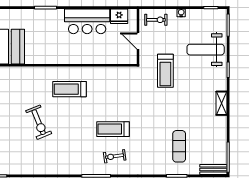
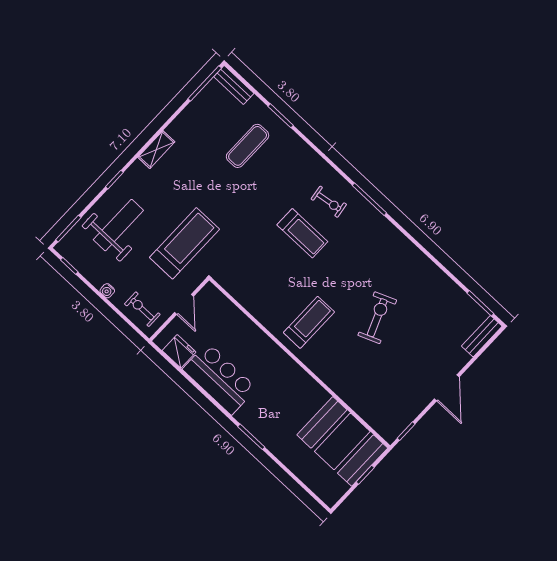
weight bench: (206, 50) -> (118, 225), turned -90
treadmill: (165, 71) -> (184, 243), width x1.37, depth x1.38
treadmill: (70, 89) -> (309, 322), turned -90

